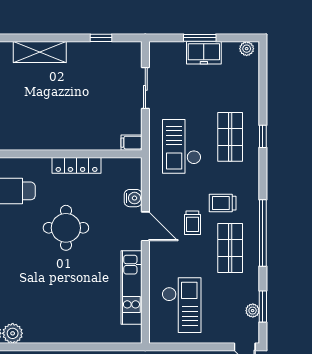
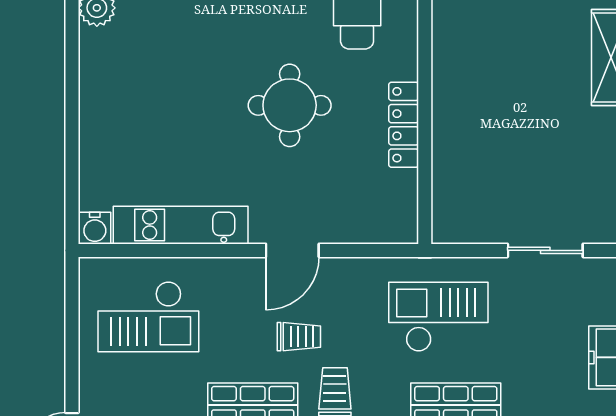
filing cabinet: (131, 143) -> (445, 225), removed
water cooler: (133, 198) -> (95, 228), moved
trolley: (192, 223) -> (299, 337), turned 180

